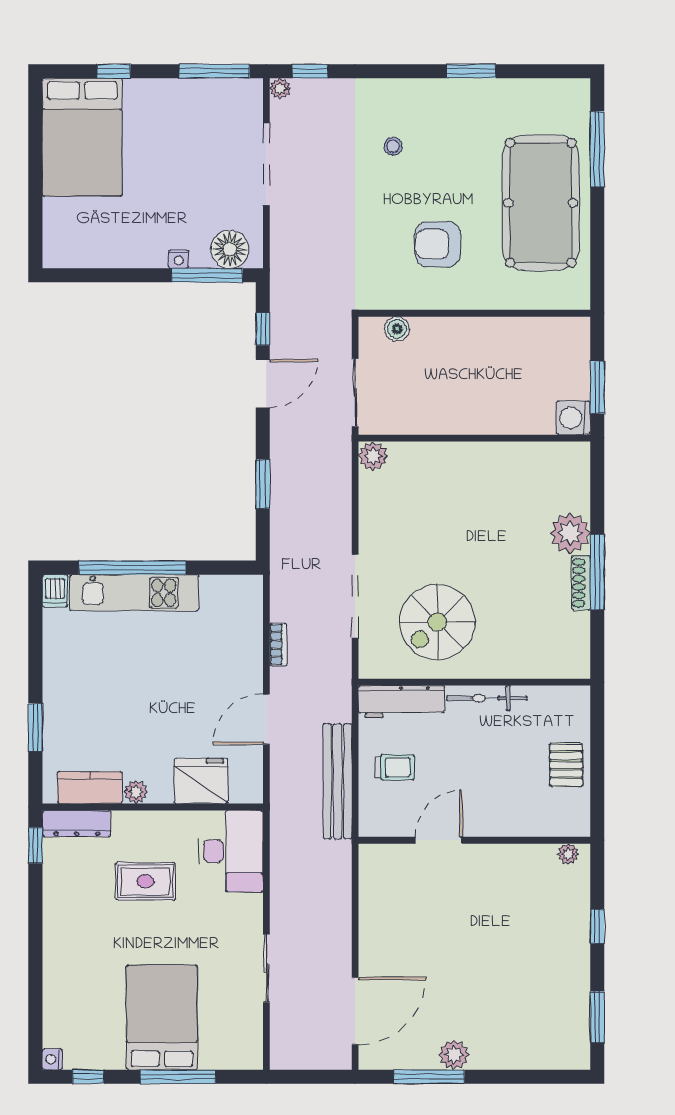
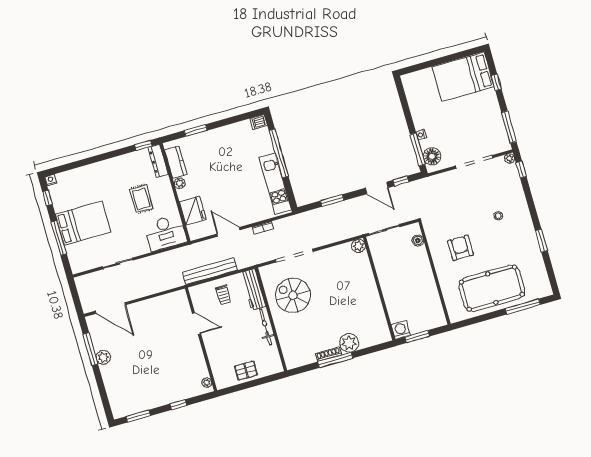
kitchen unit: (134, 593) -> (275, 184), moved

